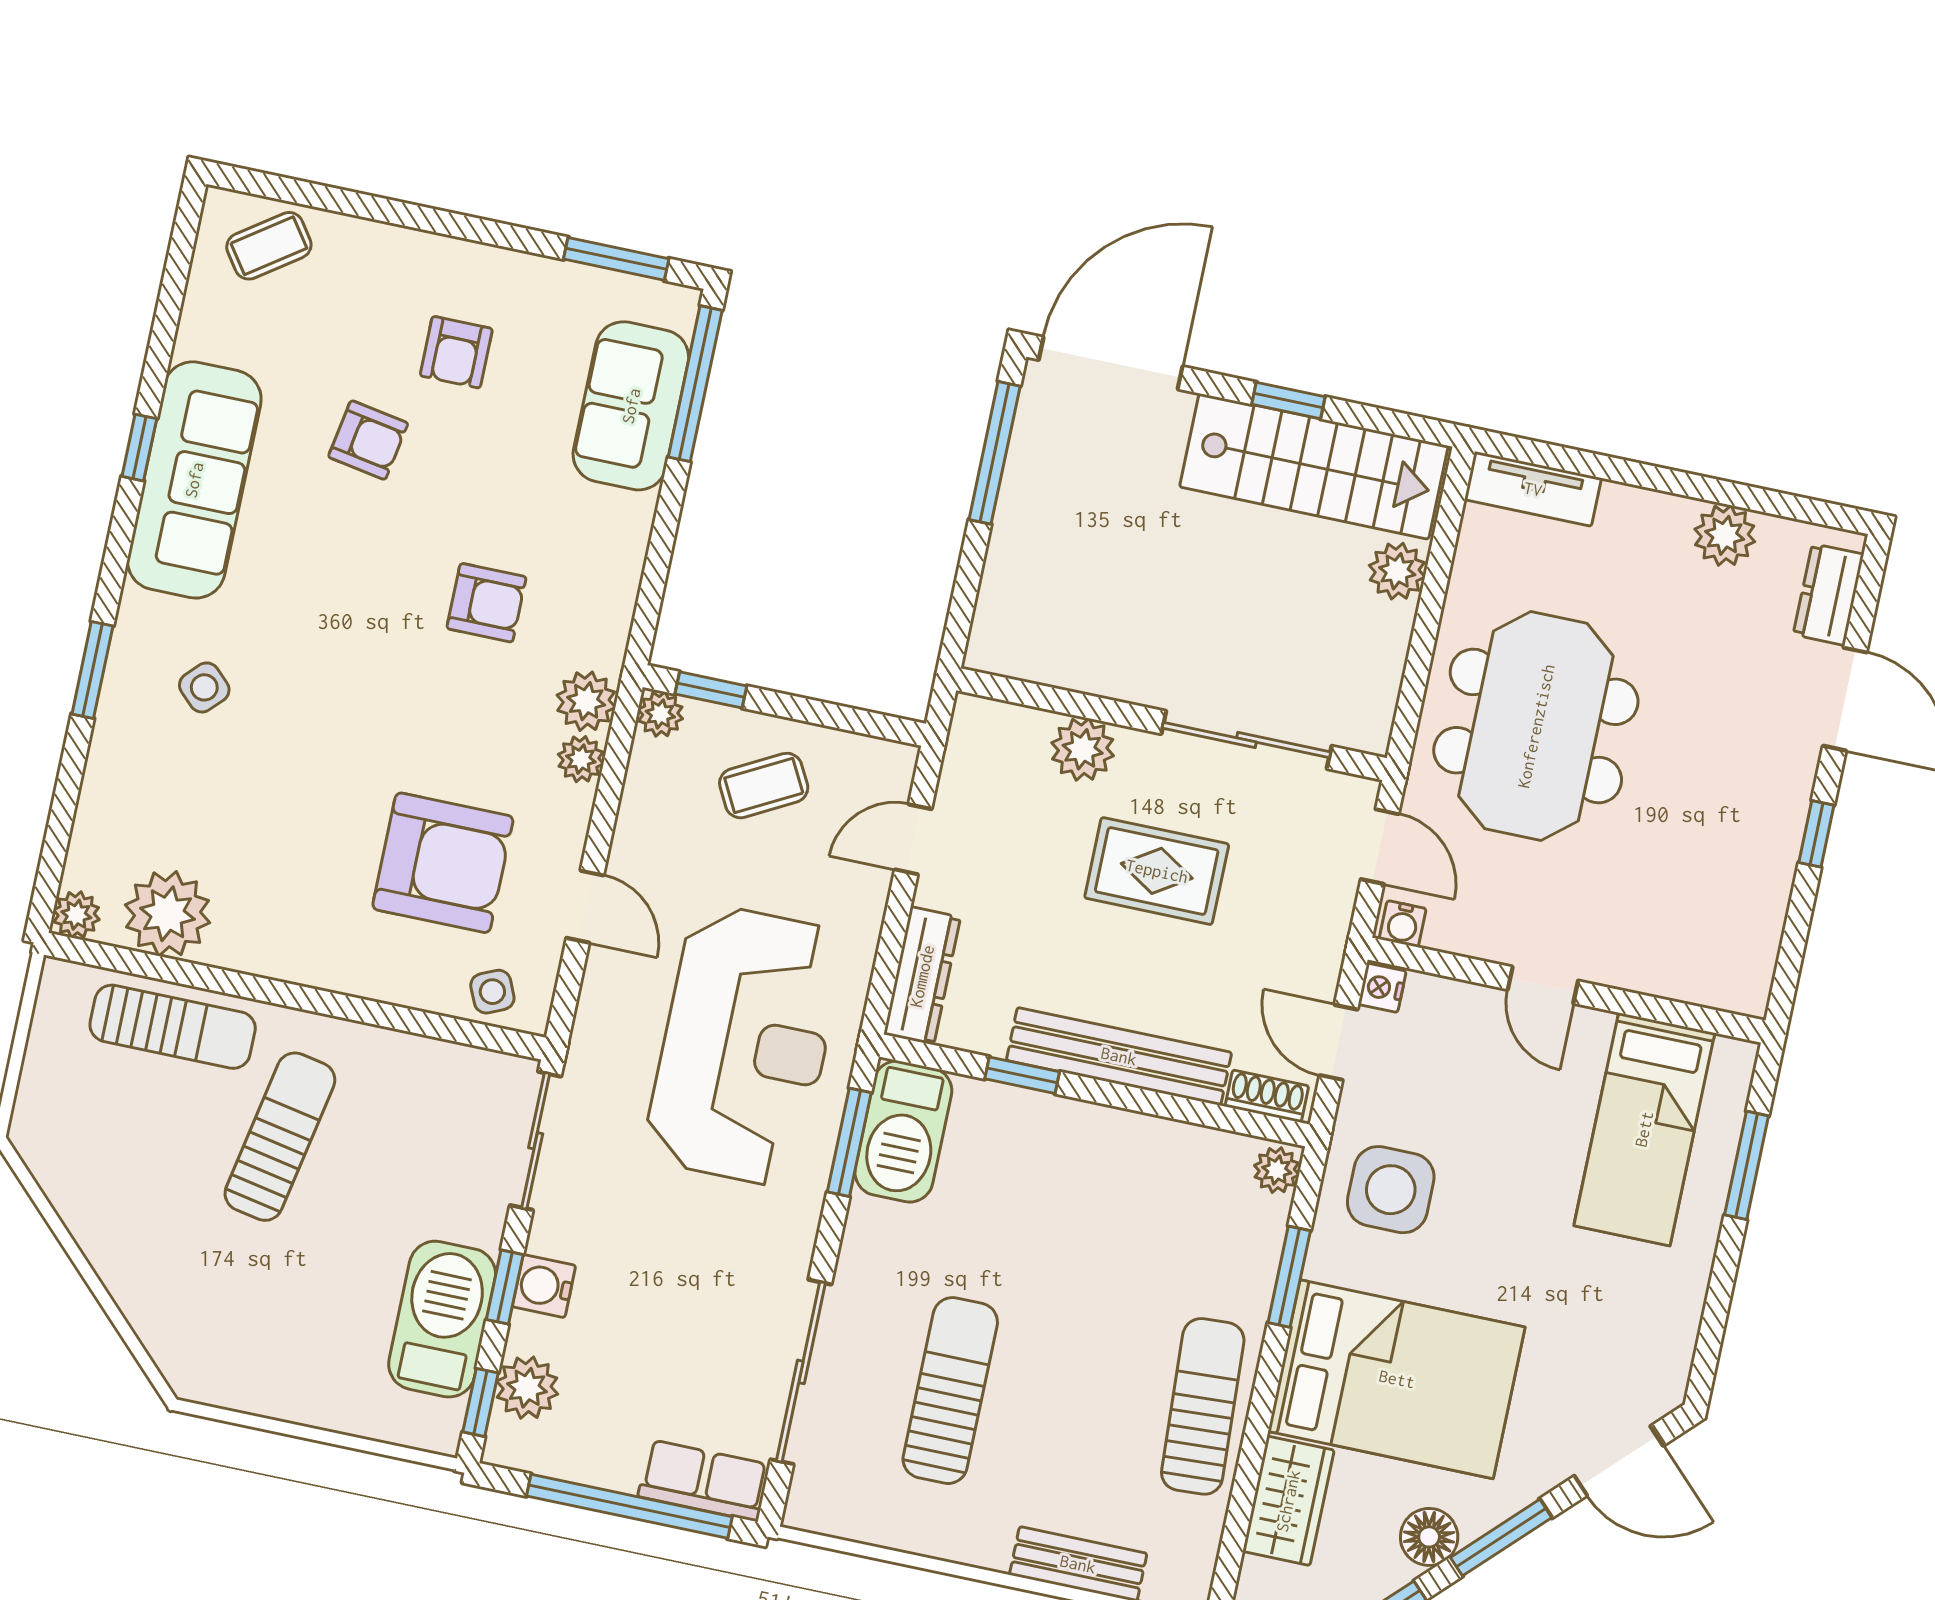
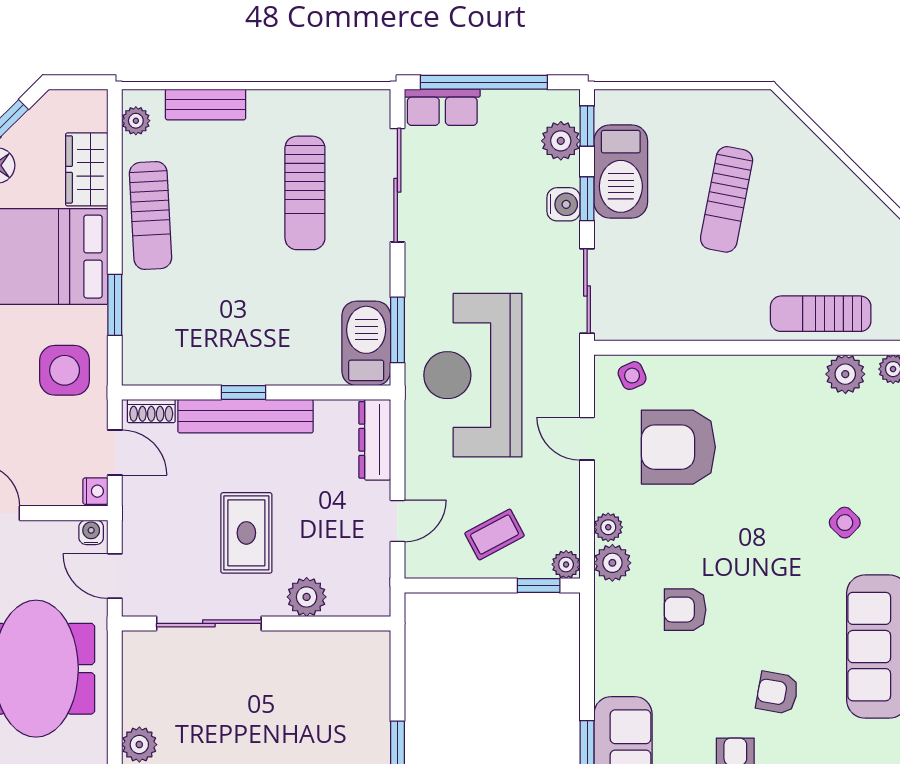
rug: (1157, 871) -> (246, 533), turned 90
plant: (167, 914) -> (845, 374), width x0.73, depth x0.73
window: (1022, 1075) -> (244, 392), moved
sun lounger: (280, 1137) -> (727, 199), moved
plant: (1277, 1170) -> (136, 121), moved

